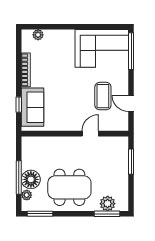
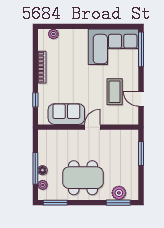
sofa: (33, 107) -> (66, 114), moved, turned -90
door: (90, 134) -> (92, 127), moved
floor lamp: (31, 179) -> (42, 170), width x0.53, depth x0.53

